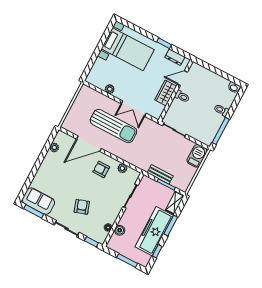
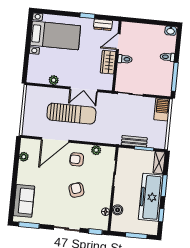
sofa: (38, 201) -> (24, 201), moved, turned 90
armchair: (82, 207) -> (76, 190), moved

